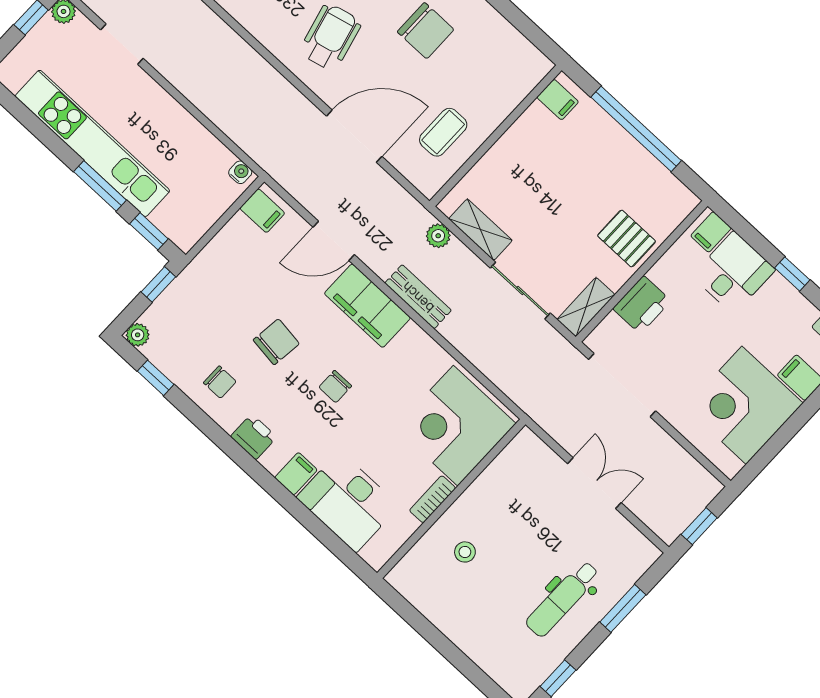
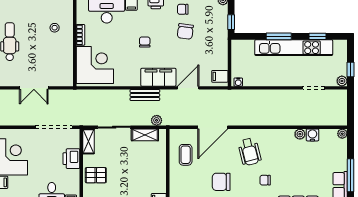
window: (149, 231) -> (317, 36), moved
chair: (276, 342) -> (185, 31), moved

